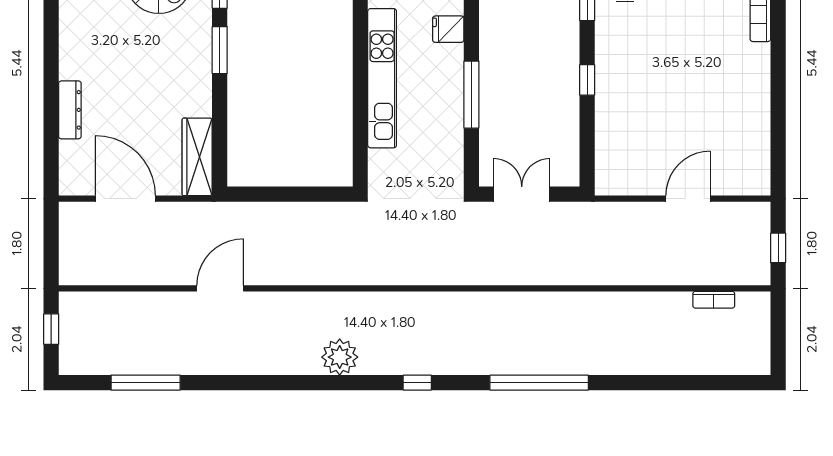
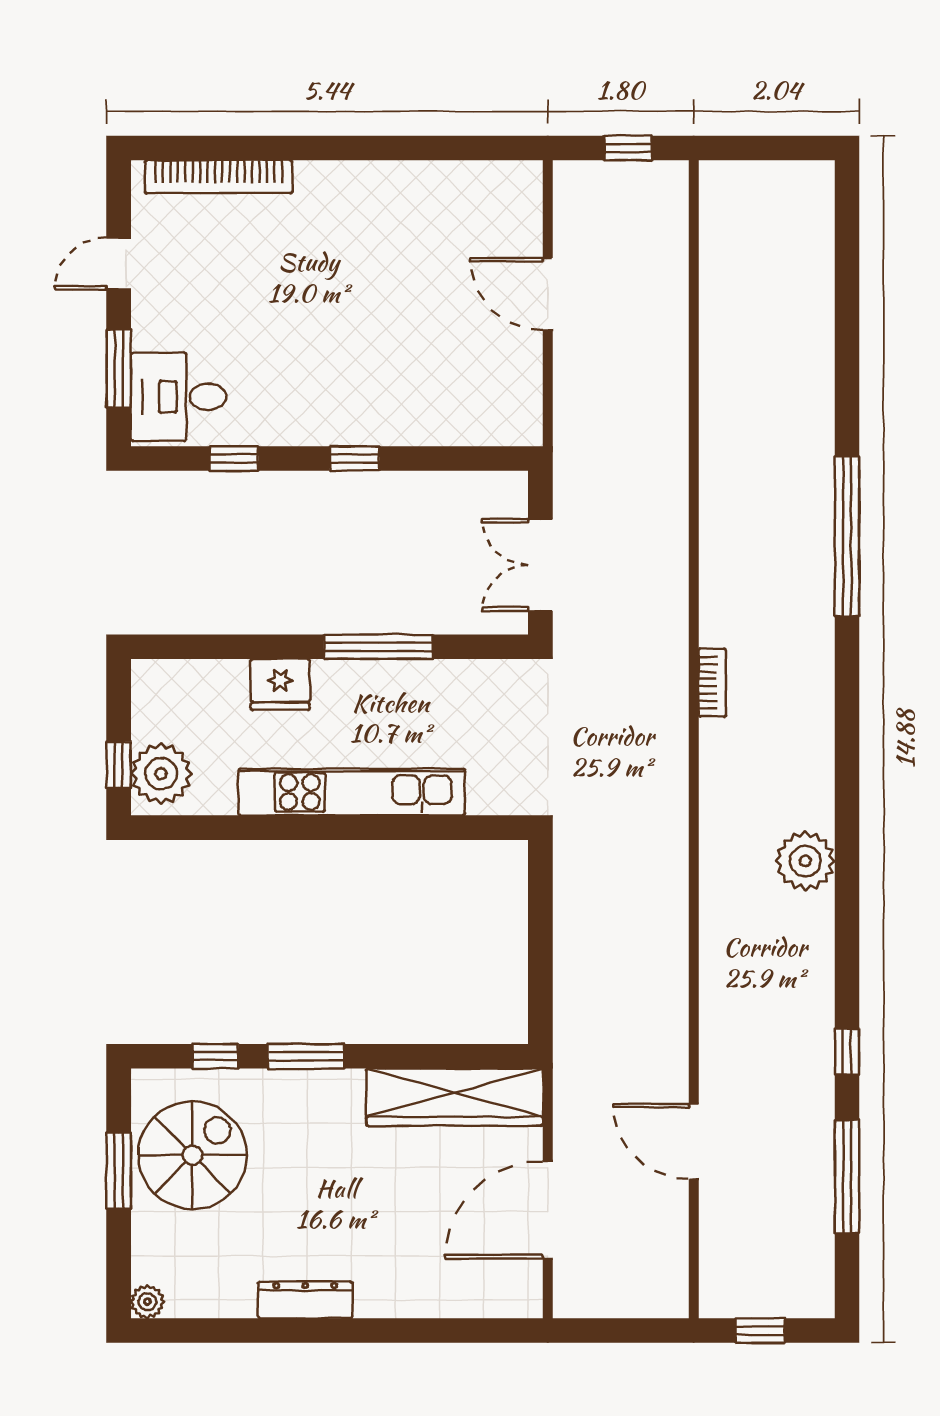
fridge: (448, 29) -> (280, 684), width x1.38
dresser: (70, 110) -> (305, 1300), moved
wardrobe: (197, 157) -> (455, 1097), width x1.40, depth x1.17
door: (220, 288) -> (694, 1142), moved
bookcase: (714, 300) -> (712, 683), moved
window: (417, 383) -> (847, 1052), moved

